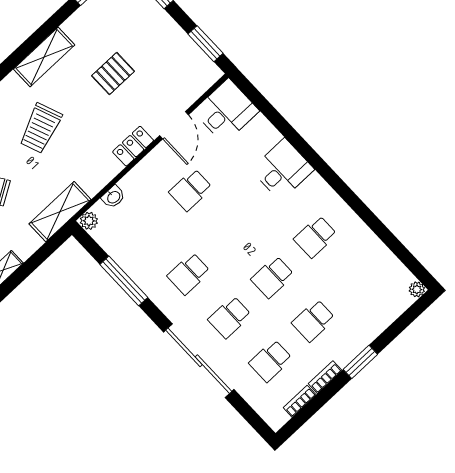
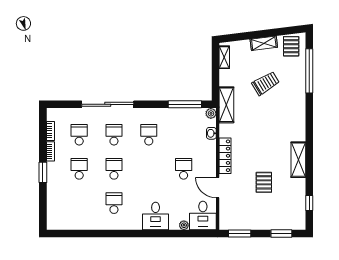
trolley: (40, 128) -> (270, 130), removed
locker: (133, 146) -> (225, 156), width x1.53
window: (124, 281) -> (185, 104), moved
plant: (417, 289) -> (184, 225), moved

